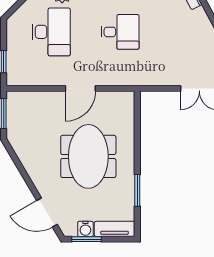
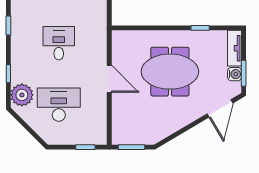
window: (137, 190) -> (200, 28), width x0.67

